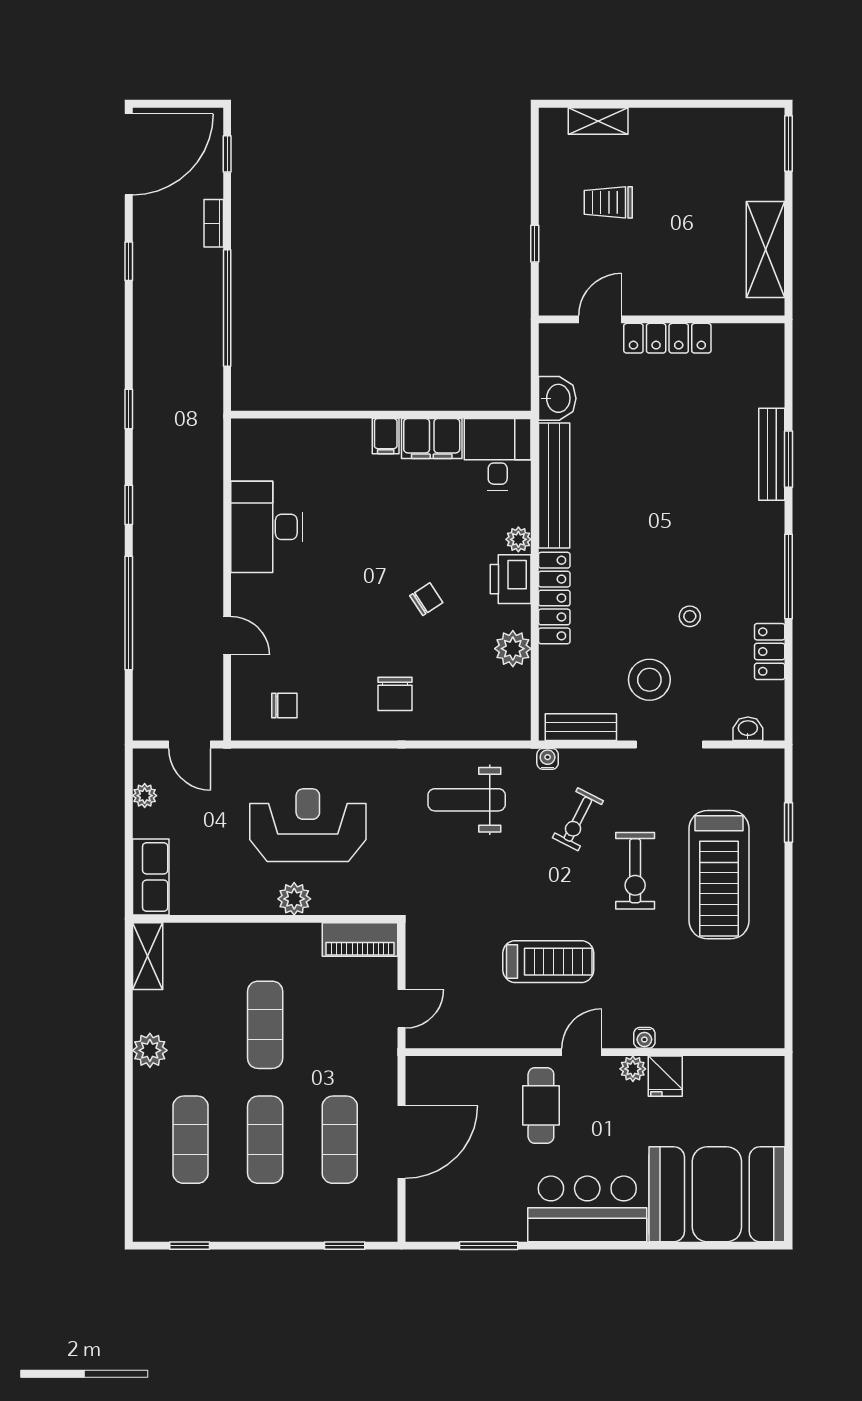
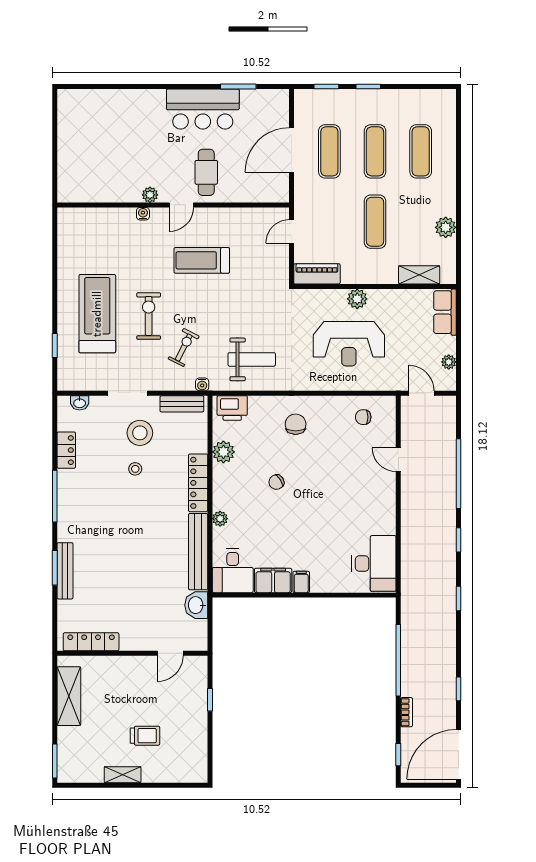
shelving: (598, 121) -> (123, 775), moved
trolley: (608, 202) -> (145, 736), moved
locker: (667, 338) -> (91, 642), moved
desk: (267, 527) -> (374, 563), moved
printer: (511, 579) -> (232, 408), moved, turned 90
stool: (690, 616) -> (135, 469), moved
shelving: (148, 956) -> (419, 275), moved, turned 90
plant: (150, 1050) -> (446, 227), moved
fridge: (665, 1076) -> (130, 190), removed
booth: (717, 1194) -> (99, 118), removed
bar counter: (587, 1209) -> (203, 109), moved
window: (190, 1246) -> (368, 87), moved

